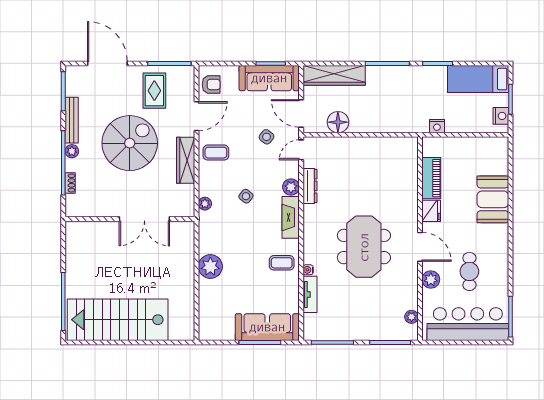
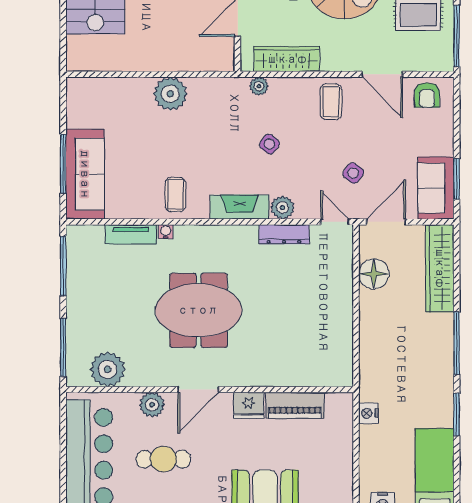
sofa: (269, 78) -> (436, 188), width x0.73
wardrobe: (186, 160) -> (287, 59), moved
plant: (412, 317) -> (108, 369), width x1.88, depth x1.88

